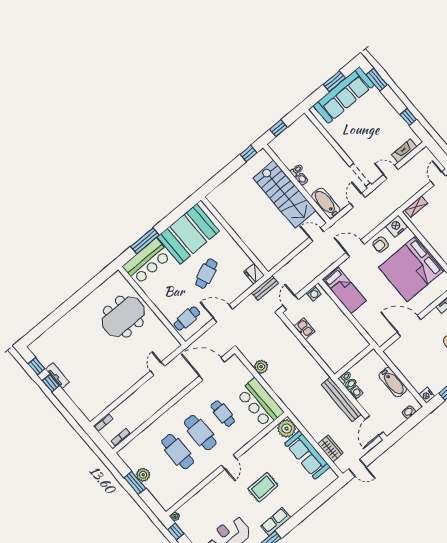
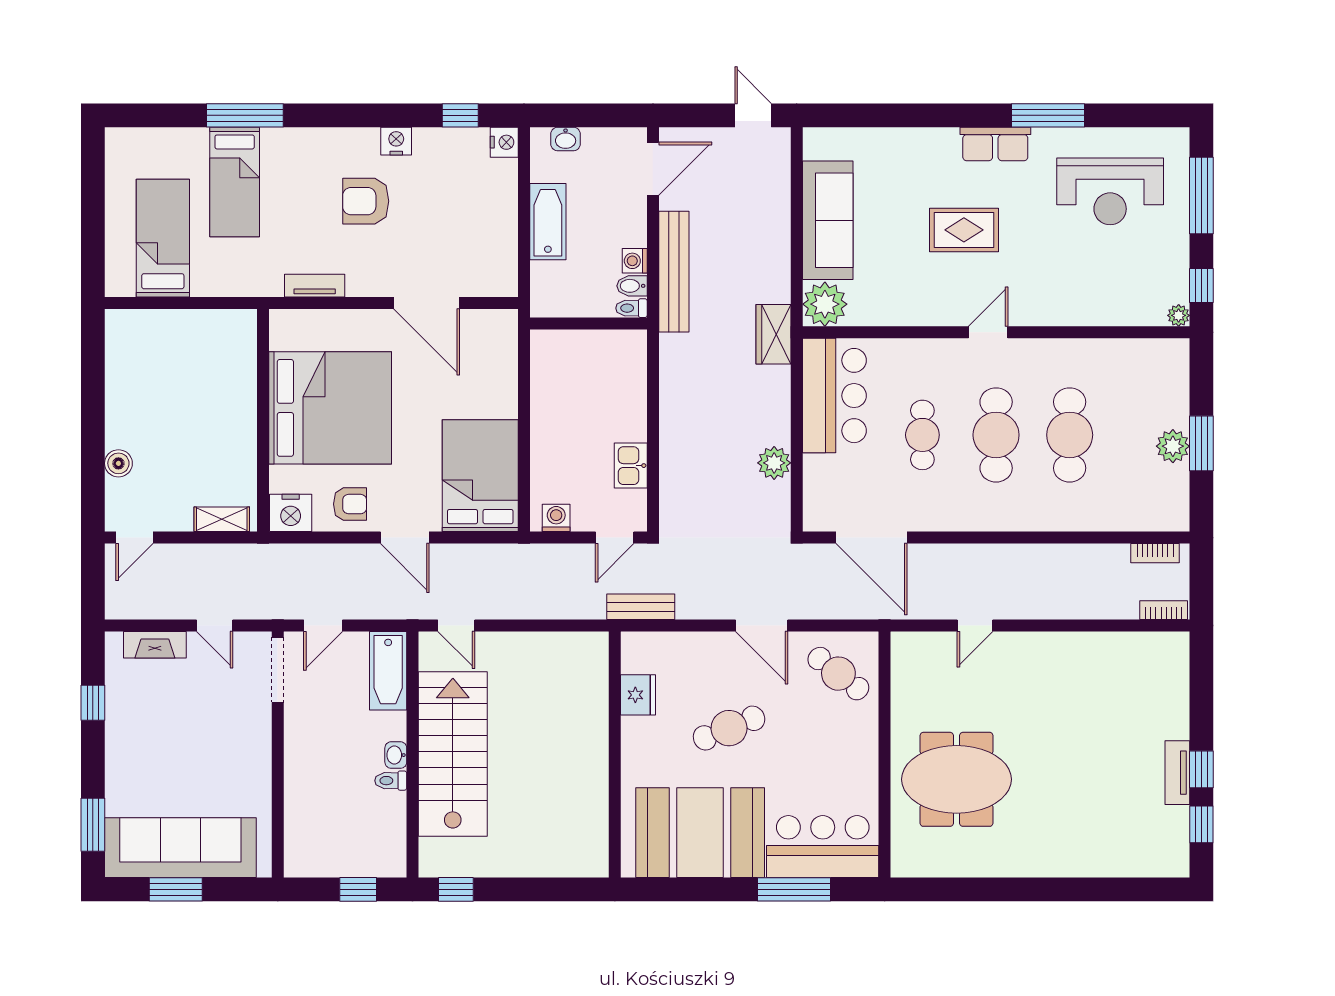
fridge: (254, 274) -> (638, 695), moved
bed: (344, 290) -> (480, 476), width x1.50
cafe table: (187, 319) -> (838, 674), turned 38
wardrobe: (330, 449) -> (773, 334), moved

